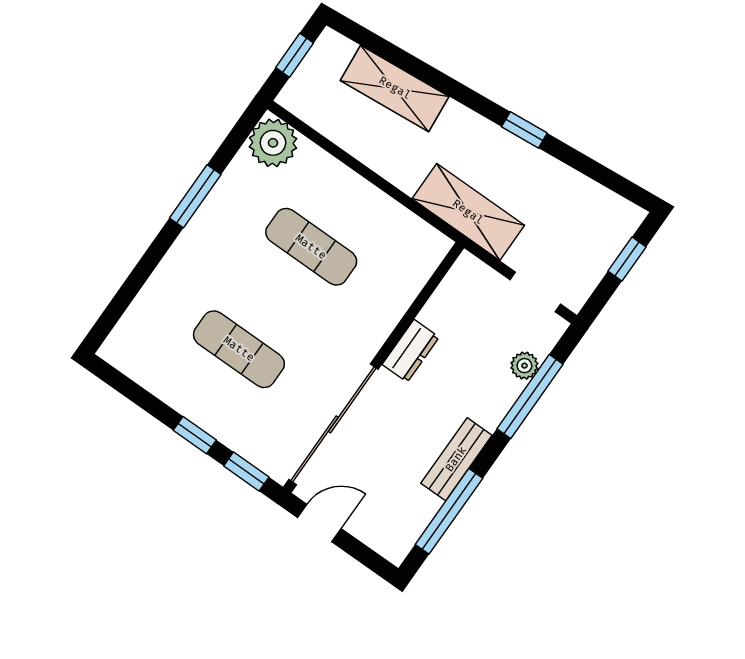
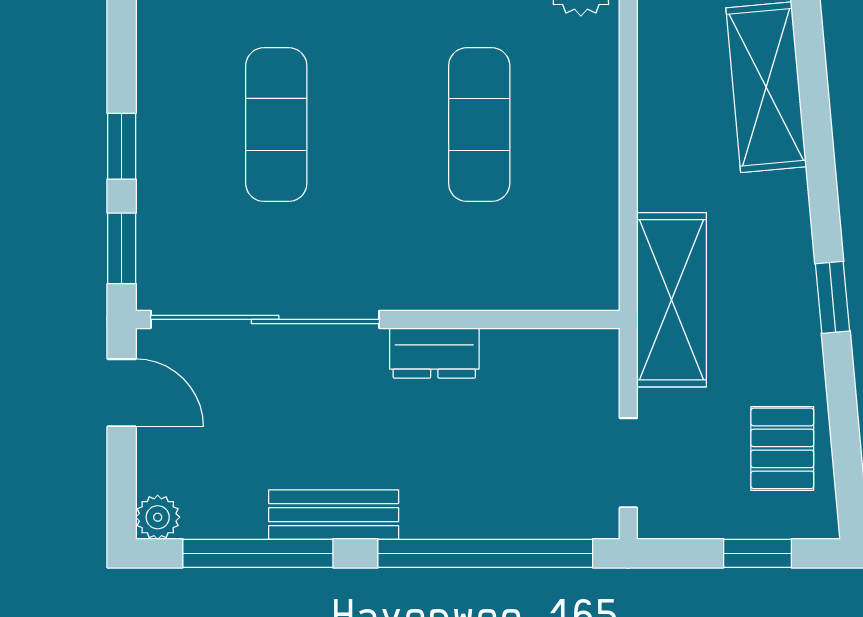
pallet: (583, 209) -> (782, 448), added
plant: (524, 366) -> (158, 517), moved
window: (530, 396) -> (485, 553), width x1.46

